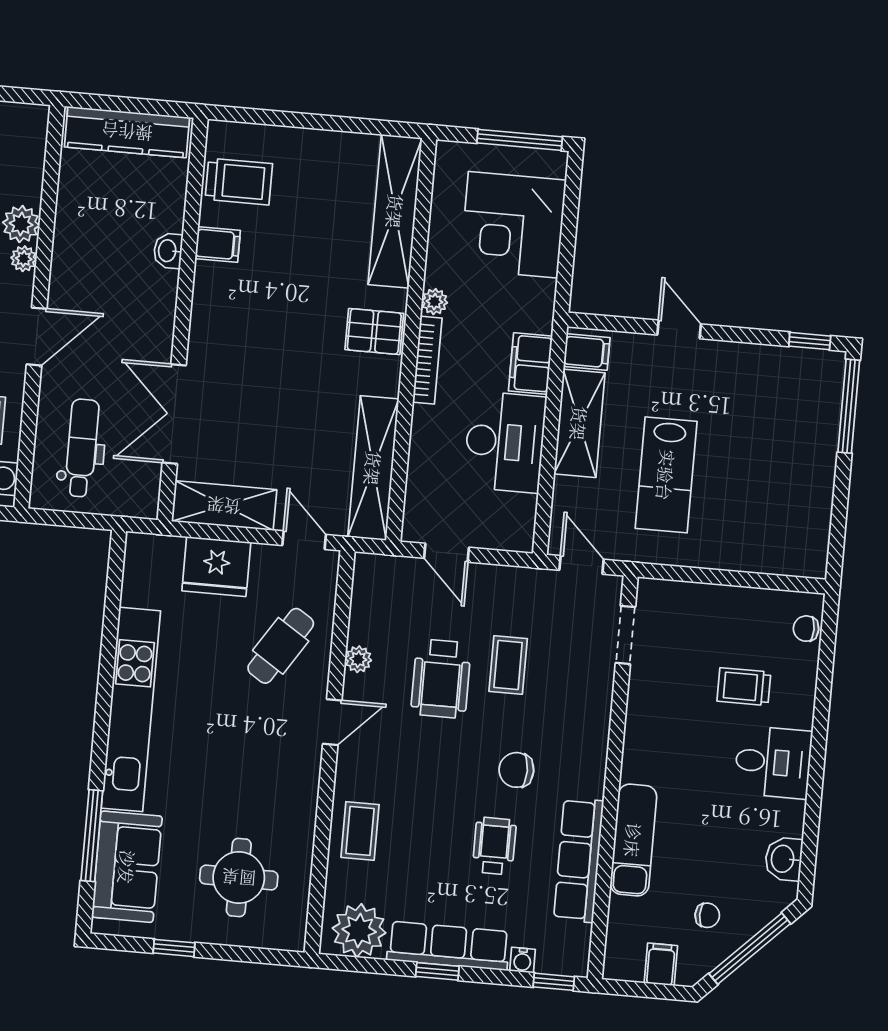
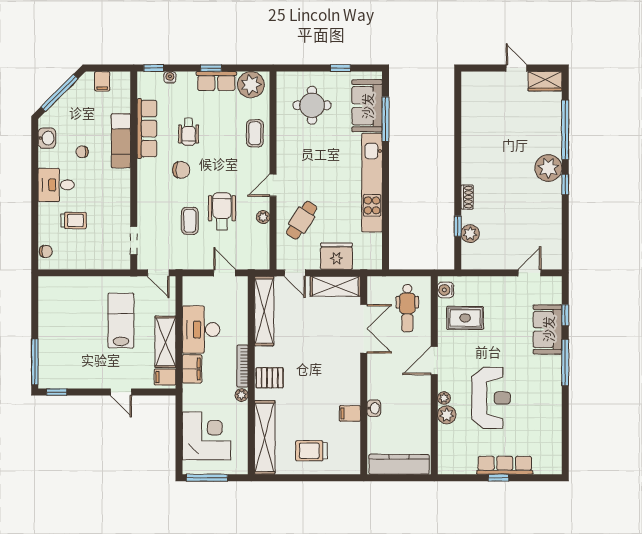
trolley: (239, 182) -> (311, 451), moved
chair: (707, 915) -> (82, 152), moved
row of seats: (448, 946) -> (216, 81), width x0.68

